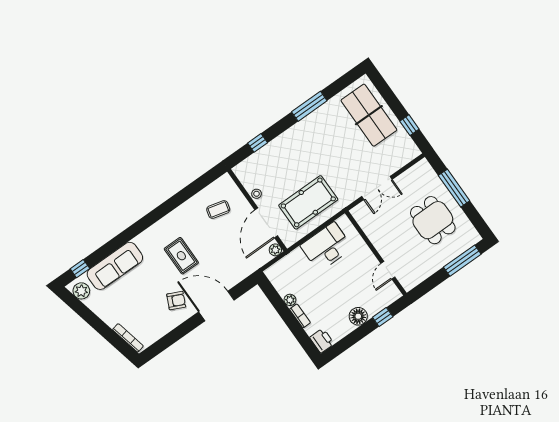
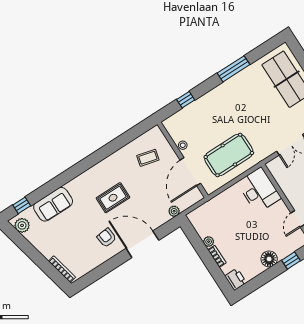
desk: (326, 247) -> (259, 190), moved, turned 90
plant: (275, 250) -> (174, 211), moved
rug: (181, 256) -> (113, 198), turned 90
sofa: (115, 266) -> (53, 204), width x0.73
armchair: (176, 301) -> (107, 238), turned -121

